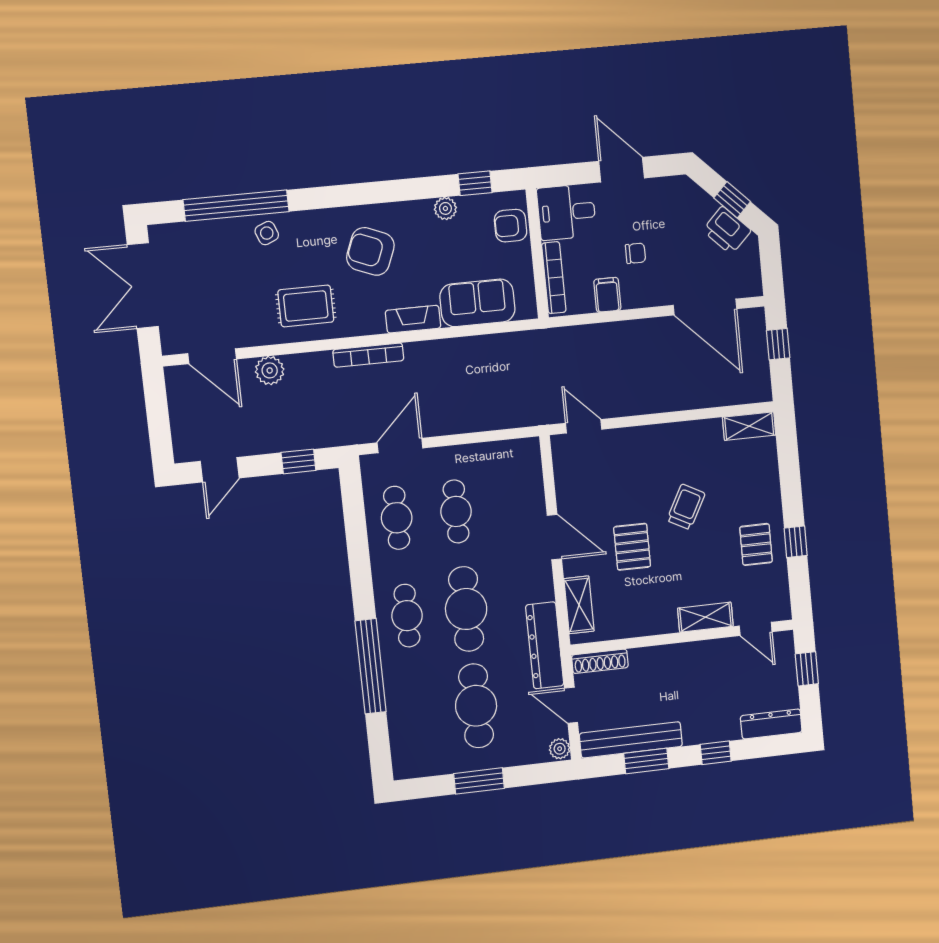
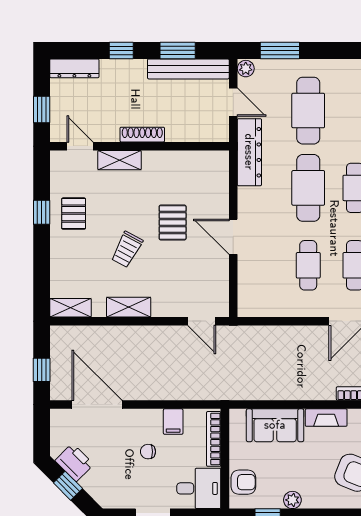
shelving: (579, 605) -> (129, 307), moved, turned 90
shoe rack: (600, 661) -> (142, 135), moved
window: (479, 781) -> (280, 50), moved

